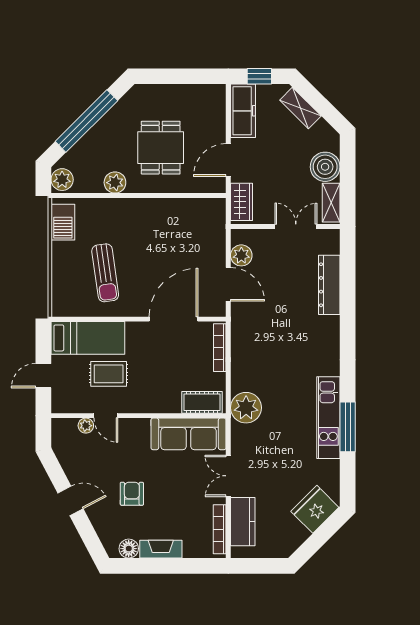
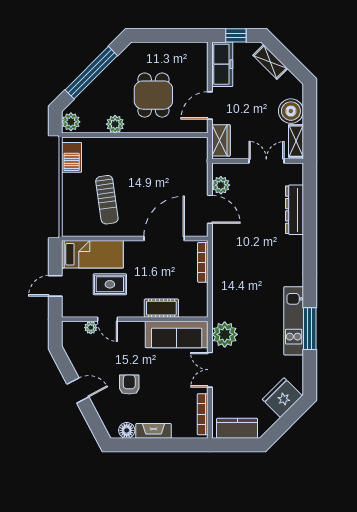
cot: (202, 402) -> (161, 308), moved
plant: (246, 408) -> (225, 334), moved
kitchen counter: (243, 522) -> (237, 428), moved, turned -90

